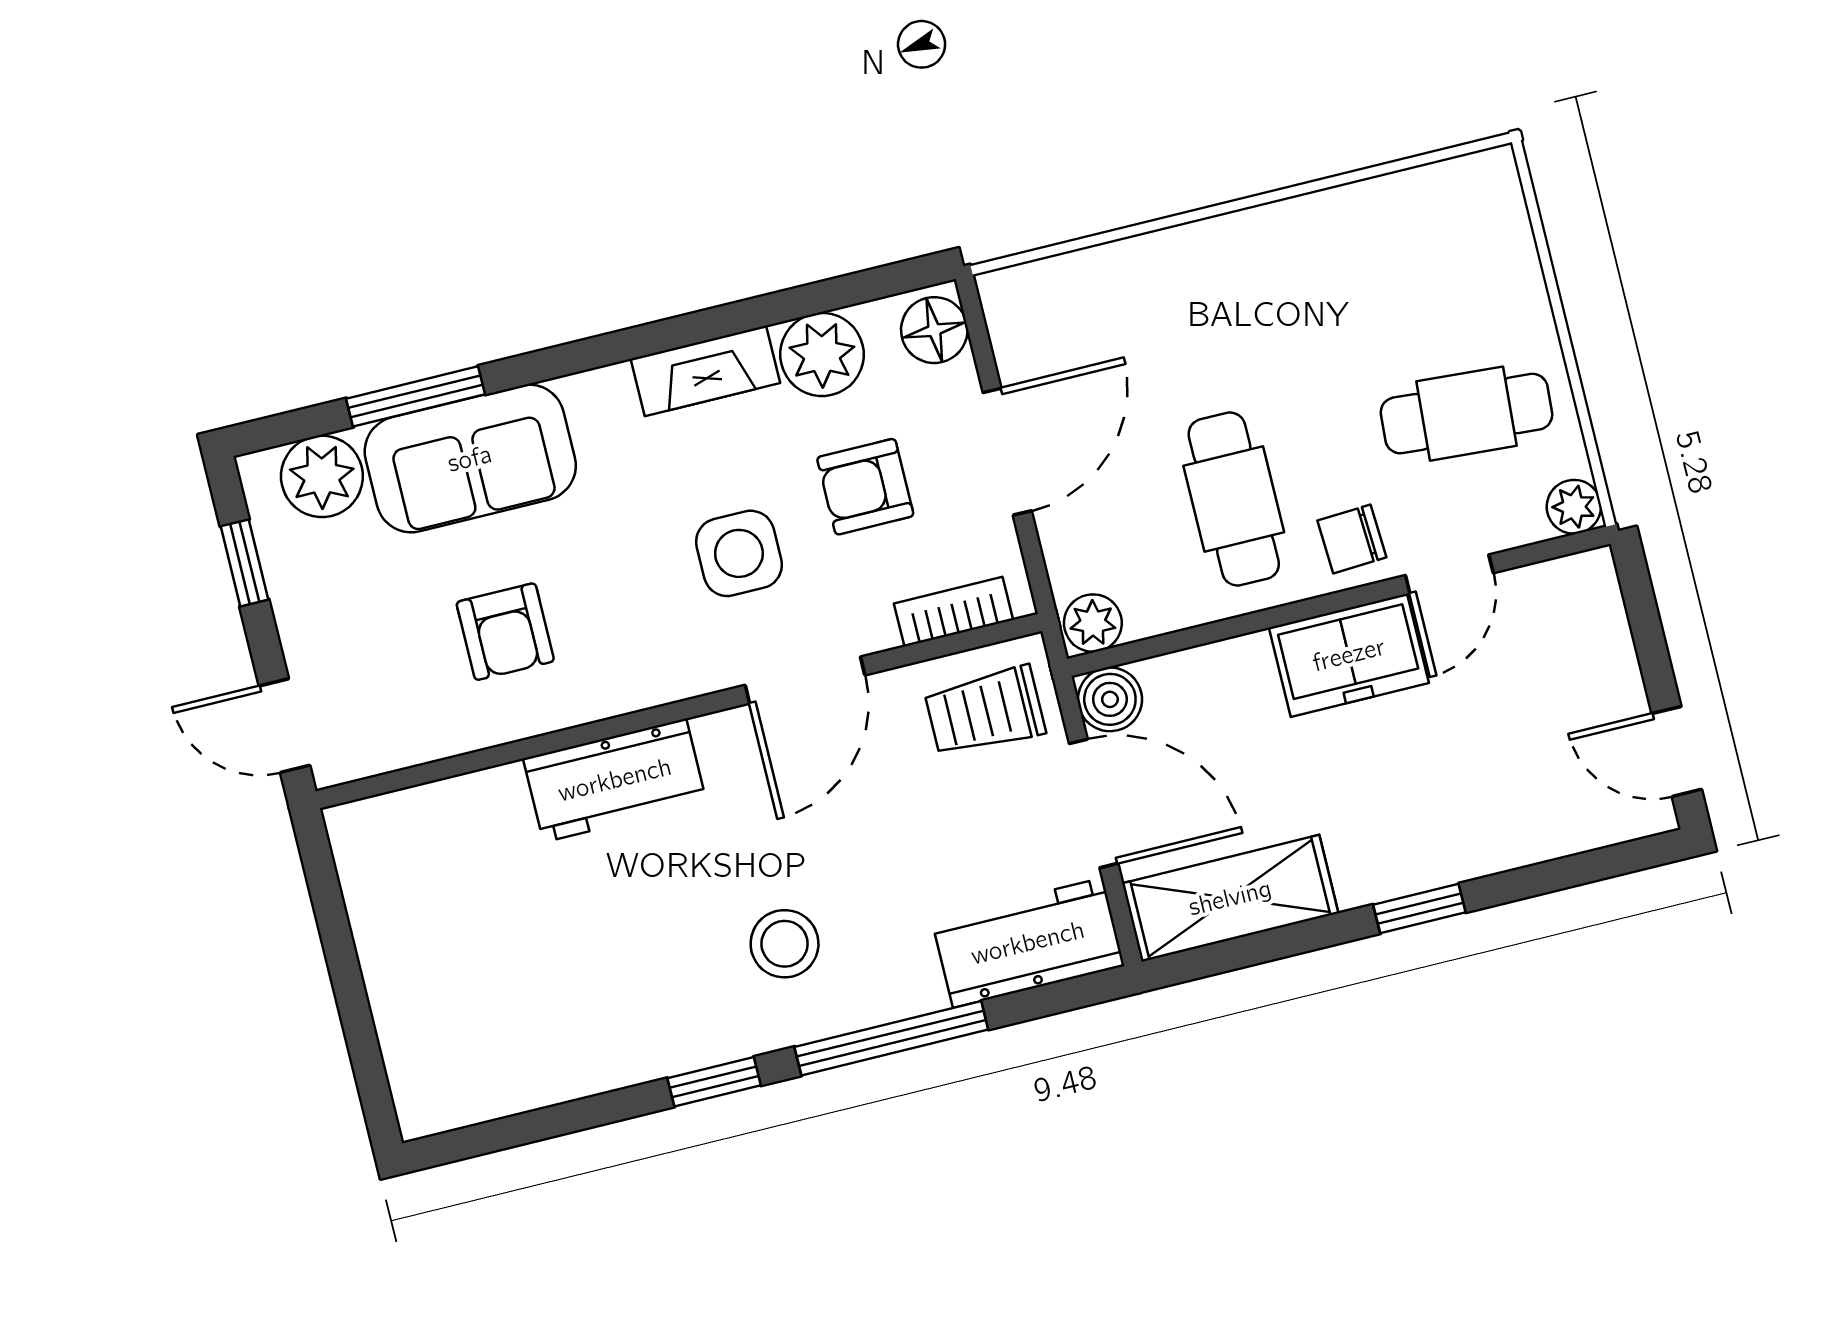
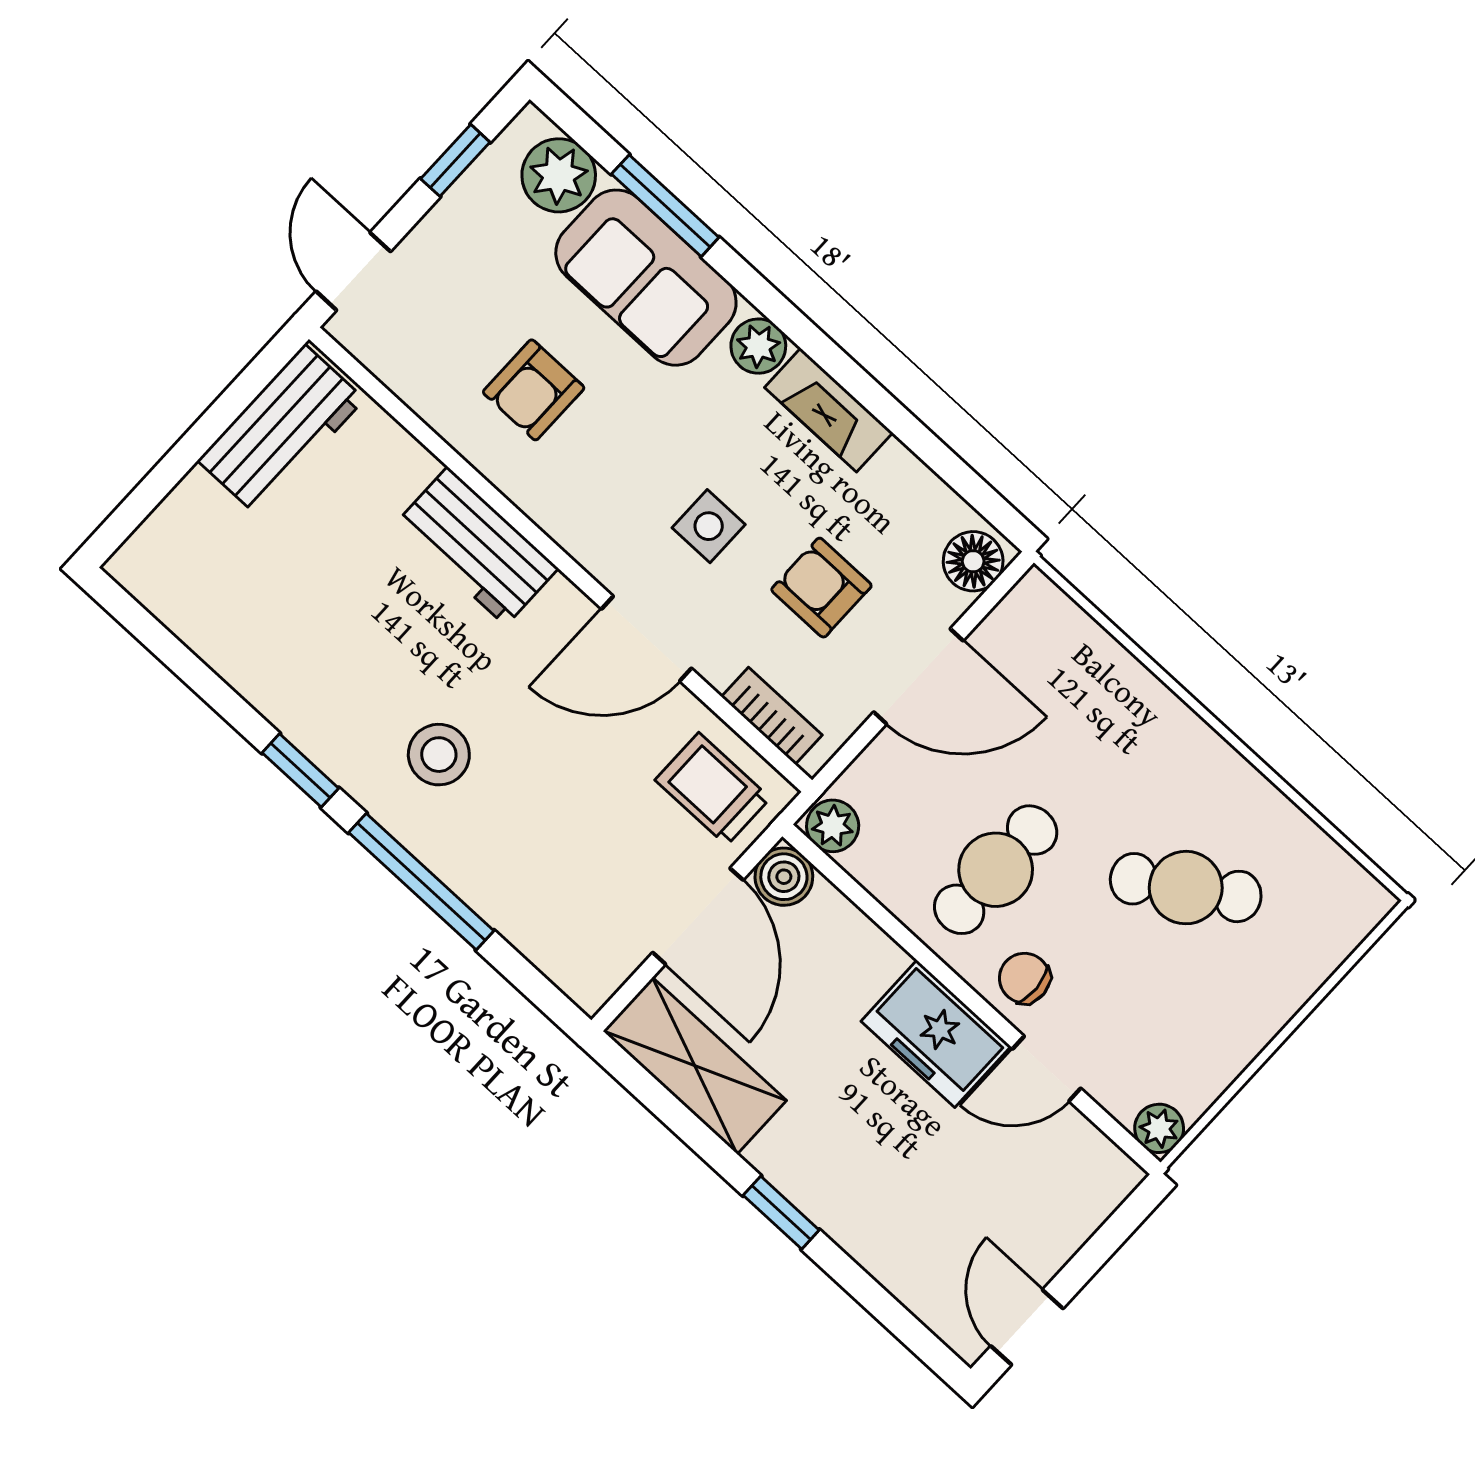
plant: (822, 354) -> (758, 346), moved, width x0.73, depth x0.73
cafe table: (1466, 414) -> (1186, 888), moved, turned -37
side table: (739, 553) -> (709, 526), width x0.73, depth x0.73
workbench: (1028, 943) -> (281, 430), moved, turned 90

